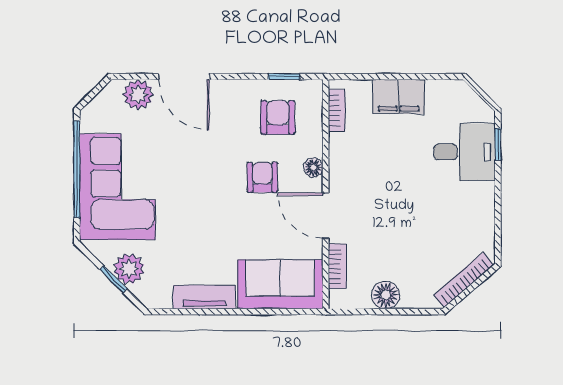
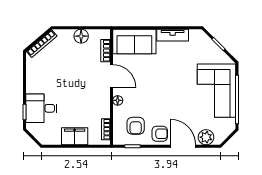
armchair: (262, 177) -> (160, 134), moved, turned -90
plant: (129, 269) -> (211, 49), removed

